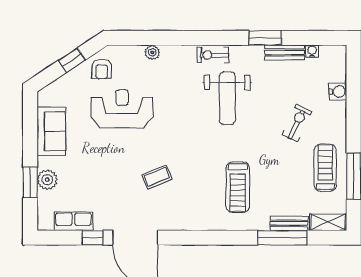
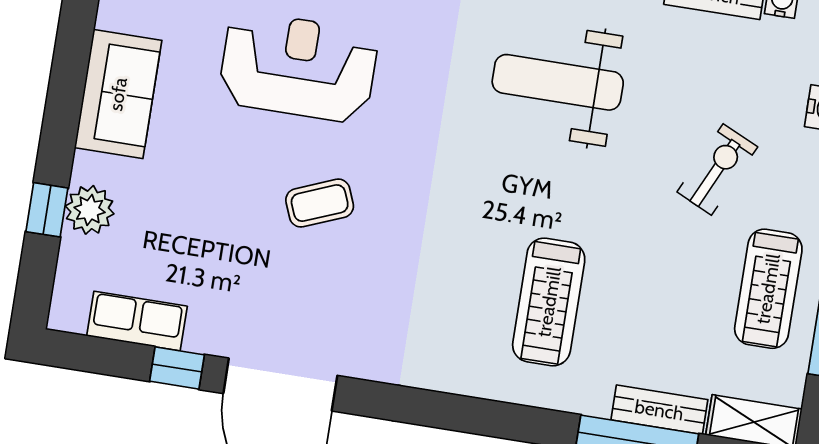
weight bench: (227, 98) -> (558, 82), turned 90
treadmill: (325, 168) -> (768, 289), turned 180
coffee table: (157, 177) -> (320, 203), moved
window: (30, 182) -> (47, 210), width x0.67

